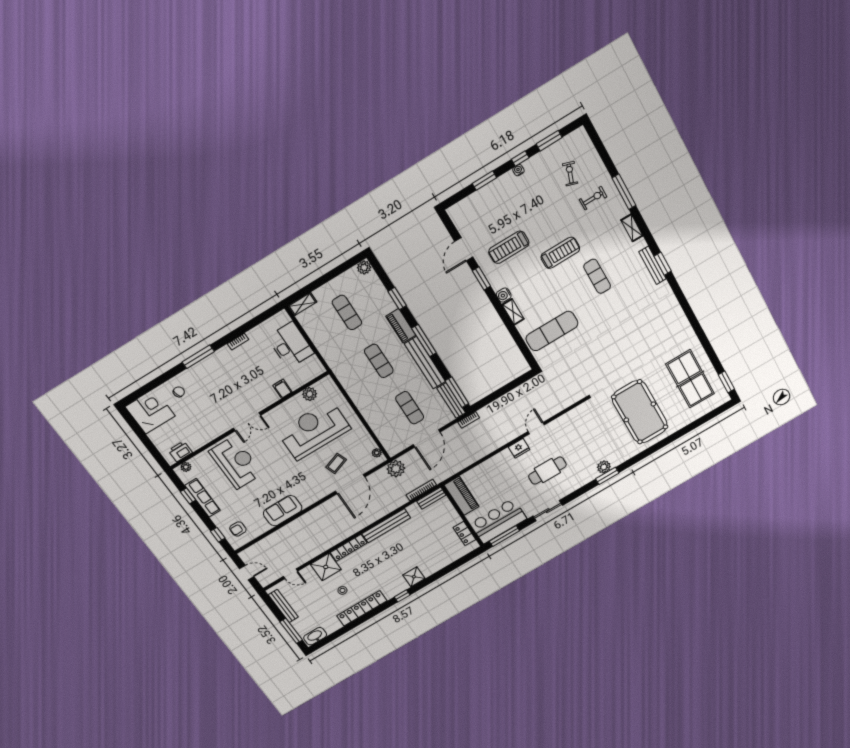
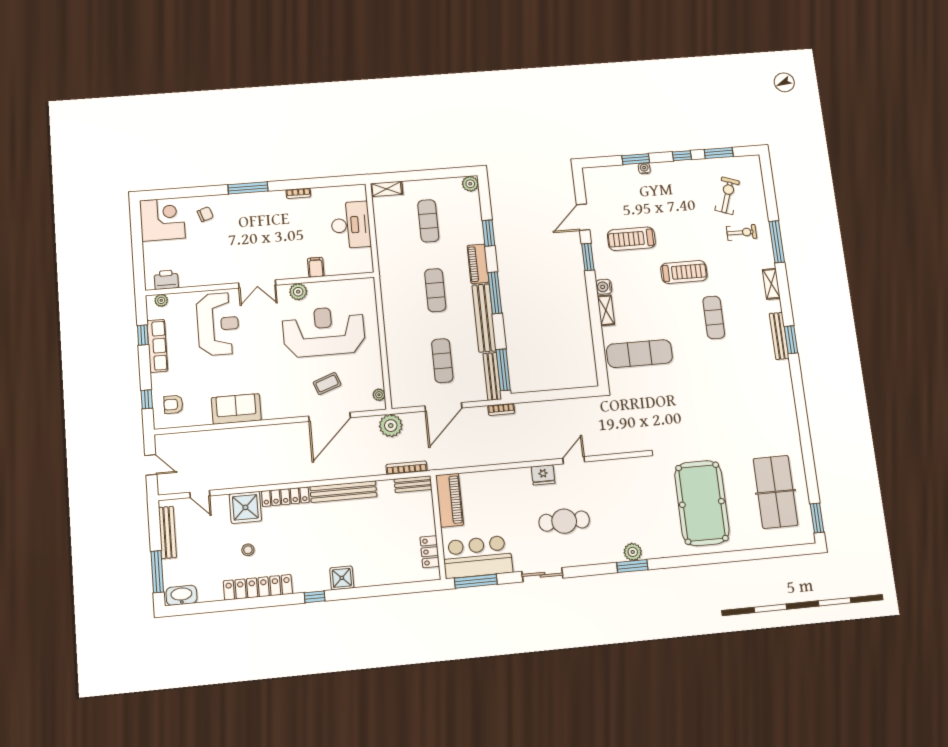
water cooler: (518, 170) -> (644, 168), moved
exercise bike: (570, 174) -> (727, 196), width x1.38, depth x1.39
plant: (310, 394) -> (298, 292), moved

